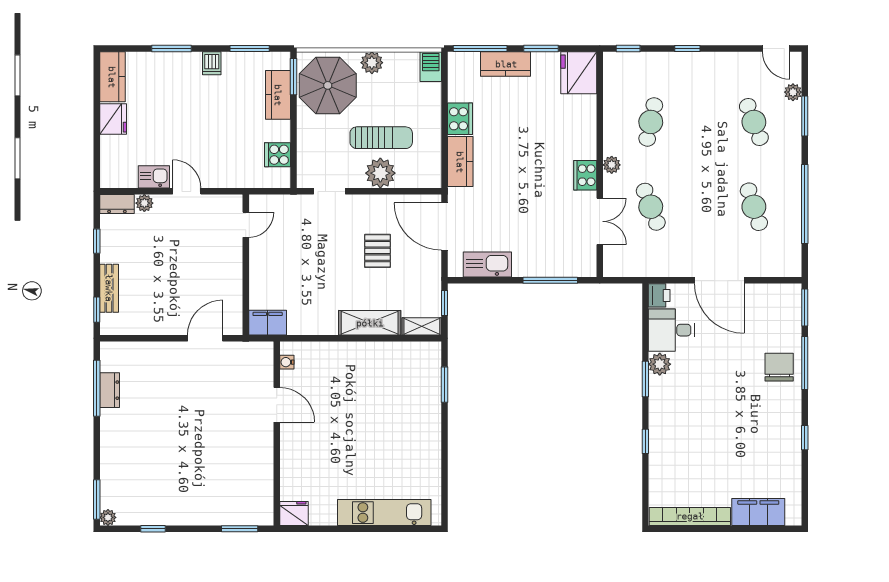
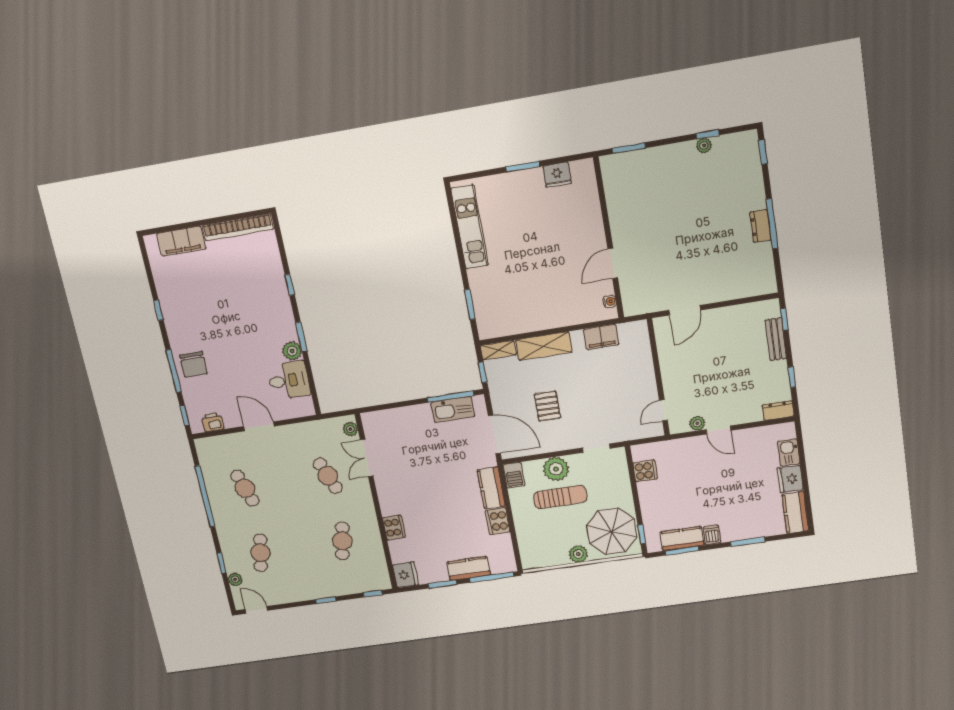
barbecue: (431, 67) -> (514, 475), moved
fridge: (579, 73) -> (405, 575), width x0.73, depth x0.75
window: (293, 77) -> (642, 534), width x0.67
kitchen counter: (278, 95) -> (682, 539), moved, turned -90
window: (805, 116) -> (222, 563), width x0.67
cafe table: (754, 122) -> (260, 553), turned 33
sun lounger: (381, 138) -> (560, 497), turned 180
plant: (612, 165) -> (350, 429), moved
cooker: (585, 175) -> (394, 528), moved
kitchen sink: (154, 177) -> (789, 452), moved, turned 90
plant: (144, 203) -> (697, 423), moved
window: (550, 280) -> (450, 397), moved
door: (719, 280) -> (259, 426), width x0.73
printer: (659, 295) -> (213, 422), moved, turned 90
window: (805, 308) -> (185, 416), width x0.67
filing cabinet: (268, 323) -> (601, 337), moved
window: (97, 388) -> (772, 224), moved
dresser: (110, 390) -> (760, 226), moved
door: (277, 405) -> (613, 263), hinge flipped
window: (97, 500) -> (763, 152), width x0.67
fridge: (294, 513) -> (557, 175), moved
kitchen unit: (384, 513) -> (470, 227), moved, turned -90
plant: (108, 517) -> (704, 146), moved
window: (358, 529) -> (523, 167), added

